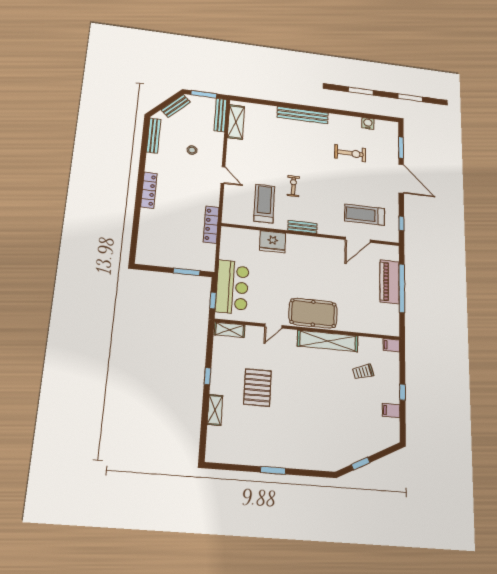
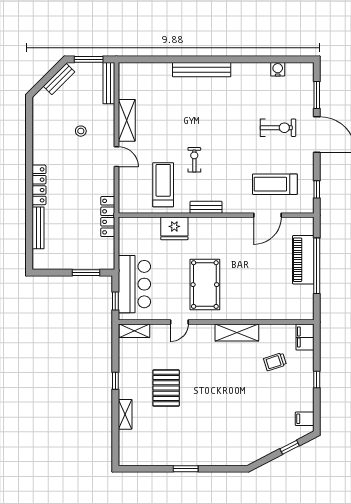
shelving: (236, 122) -> (127, 120), moved
bench: (154, 136) -> (38, 228), moved
exercise bike: (350, 153) -> (278, 128), moved
pool table: (313, 313) -> (205, 285), moved, turned 90
shelving: (328, 341) -> (237, 332), width x0.68
filing cabinet: (391, 345) -> (305, 337), width x2.00
filing cabinet: (391, 410) -> (305, 419), moved
window: (361, 464) -> (290, 447), moved

